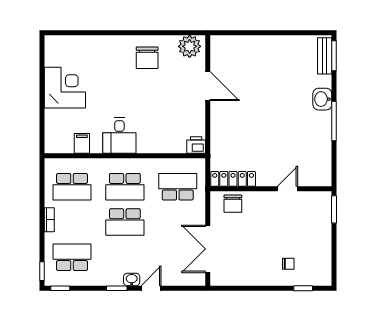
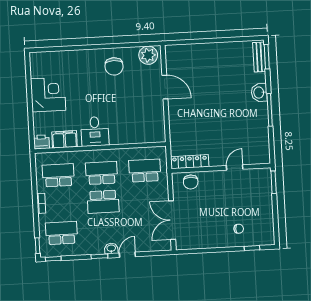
filing cabinet: (82, 143) -> (64, 139), width x2.00
printer: (196, 145) -> (41, 142), moved
school desk: (72, 187) -> (58, 175), turned 180
school desk: (125, 187) -> (102, 173), turned 180

